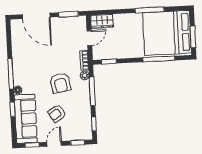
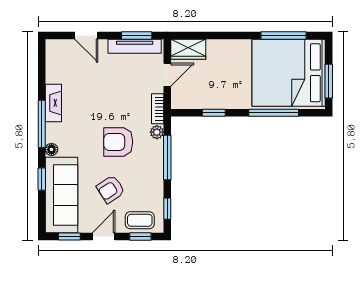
window: (150, 10) -> (283, 36), moved
door: (36, 16) -> (86, 36), width x0.53
tv unit: (68, 21) -> (135, 46), added
fireplace: (17, 60) -> (53, 103), added
window: (109, 62) -> (214, 113), moved
armchair: (60, 83) -> (118, 142), turned 101
coffee table: (77, 132) -> (140, 220), added

